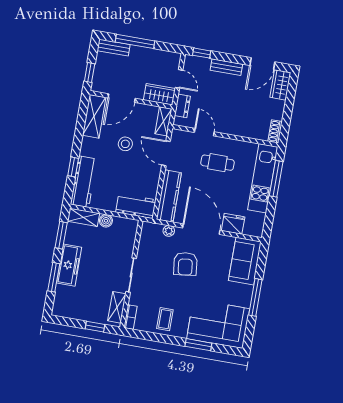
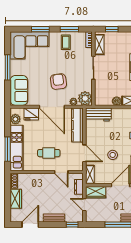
wardrobe: (280, 85) -> (16, 199), moved
plant: (257, 220) -> (15, 119), added
plant: (151, 233) -> (85, 98), added
window: (156, 337) -> (69, 29), added

